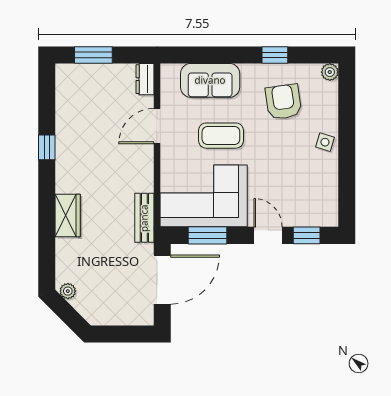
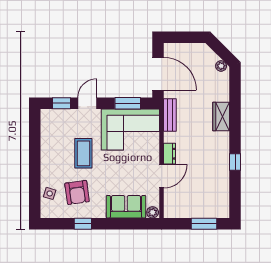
plant: (330, 72) -> (153, 212), moved
dresser: (145, 79) -> (170, 154), moved
coffee table: (221, 136) -> (83, 153), moved, turned 90
side table: (325, 142) -> (50, 193), moved
door: (268, 235) -> (87, 103), swing flipped
door: (162, 280) -> (158, 74), swing flipped

